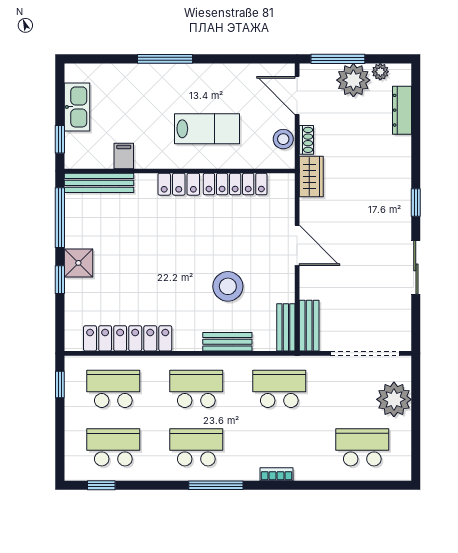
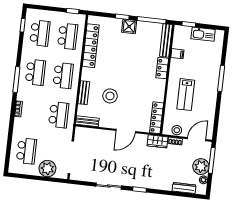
locker: (179, 184) -> (162, 68), moved
locker: (235, 184) -> (157, 118), moved
bench: (309, 326) -> (87, 132), removed

